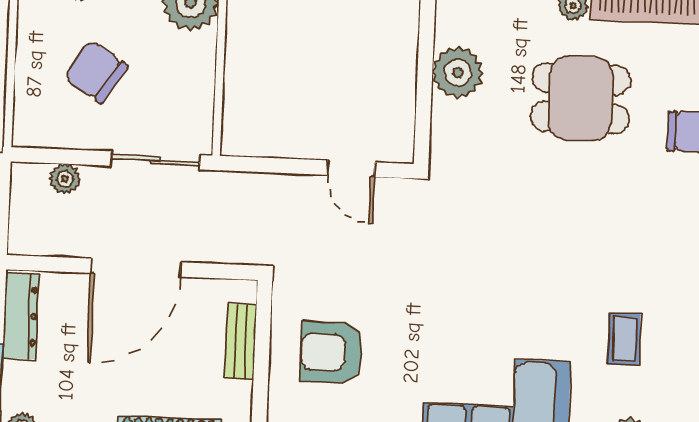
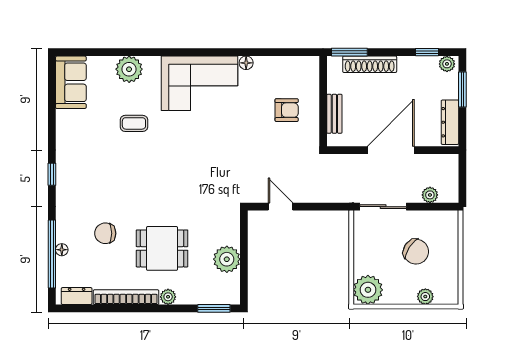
coffee table: (624, 339) -> (134, 123), turned 90
armchair: (332, 352) -> (287, 110), width x0.72, depth x0.72

